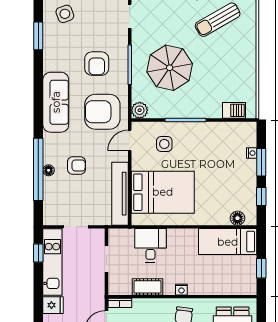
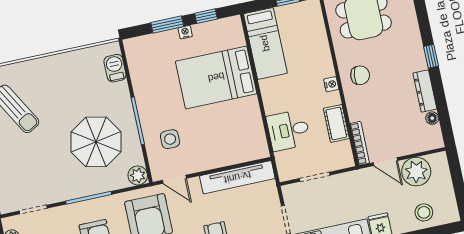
parasol: (170, 68) -> (96, 142), moved
nightstand: (252, 153) -> (185, 32), moved
bed: (163, 192) -> (216, 77), moved, turned -90
floor lamp: (237, 218) -> (236, 38), removed
bookcase: (120, 303) -> (360, 143), width x1.56

